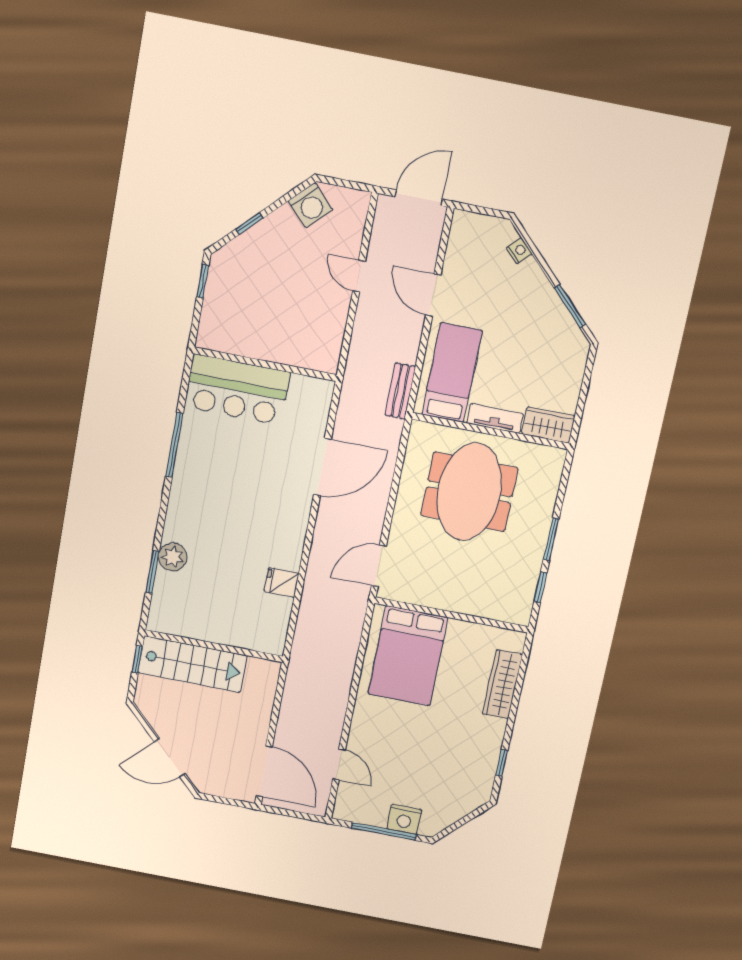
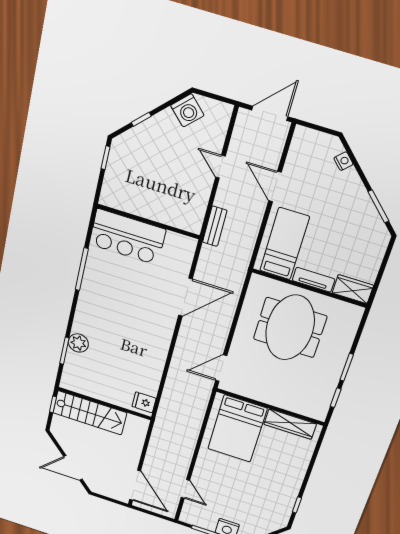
bench: (400, 391) -> (215, 226), moved
fridge: (282, 583) -> (144, 402), moved
wardrobe: (502, 684) -> (290, 424), moved, turned -90

